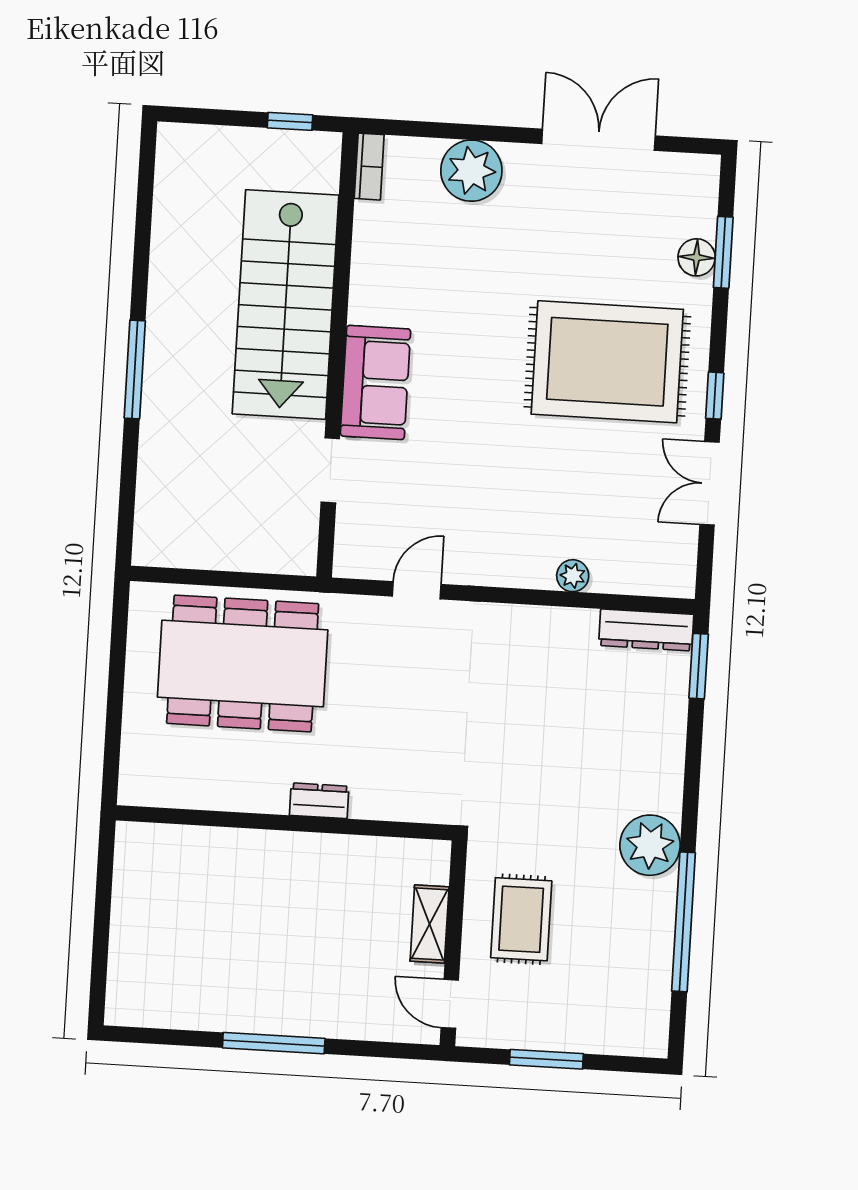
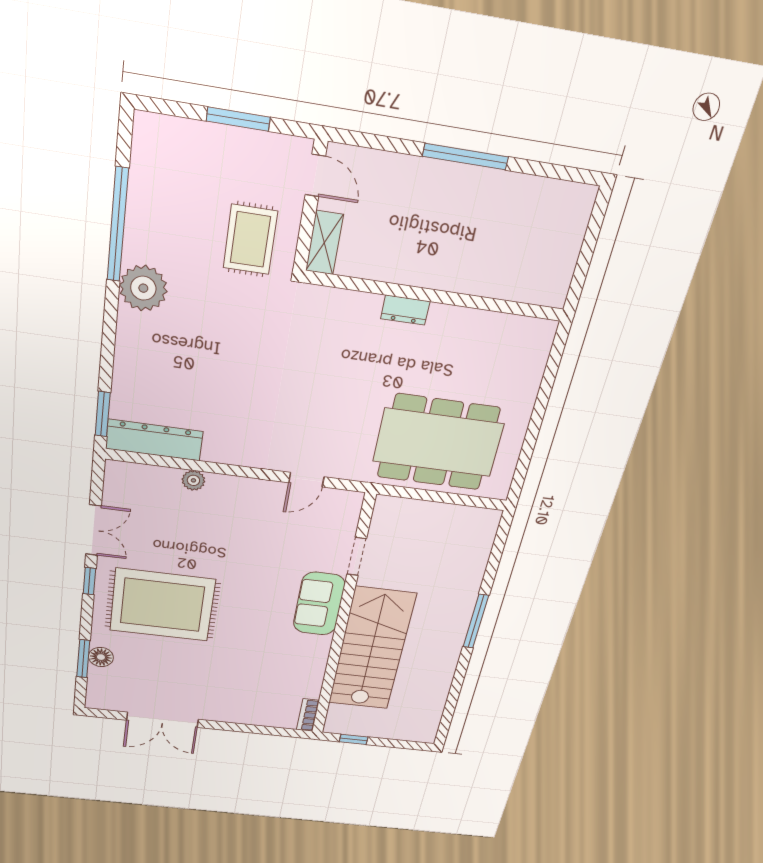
plant: (471, 171) -> (244, 709), removed
dresser: (646, 630) -> (154, 440), width x1.37, depth x1.24
dresser: (319, 801) -> (405, 310), moved
wall: (284, 823) -> (435, 296), moved

